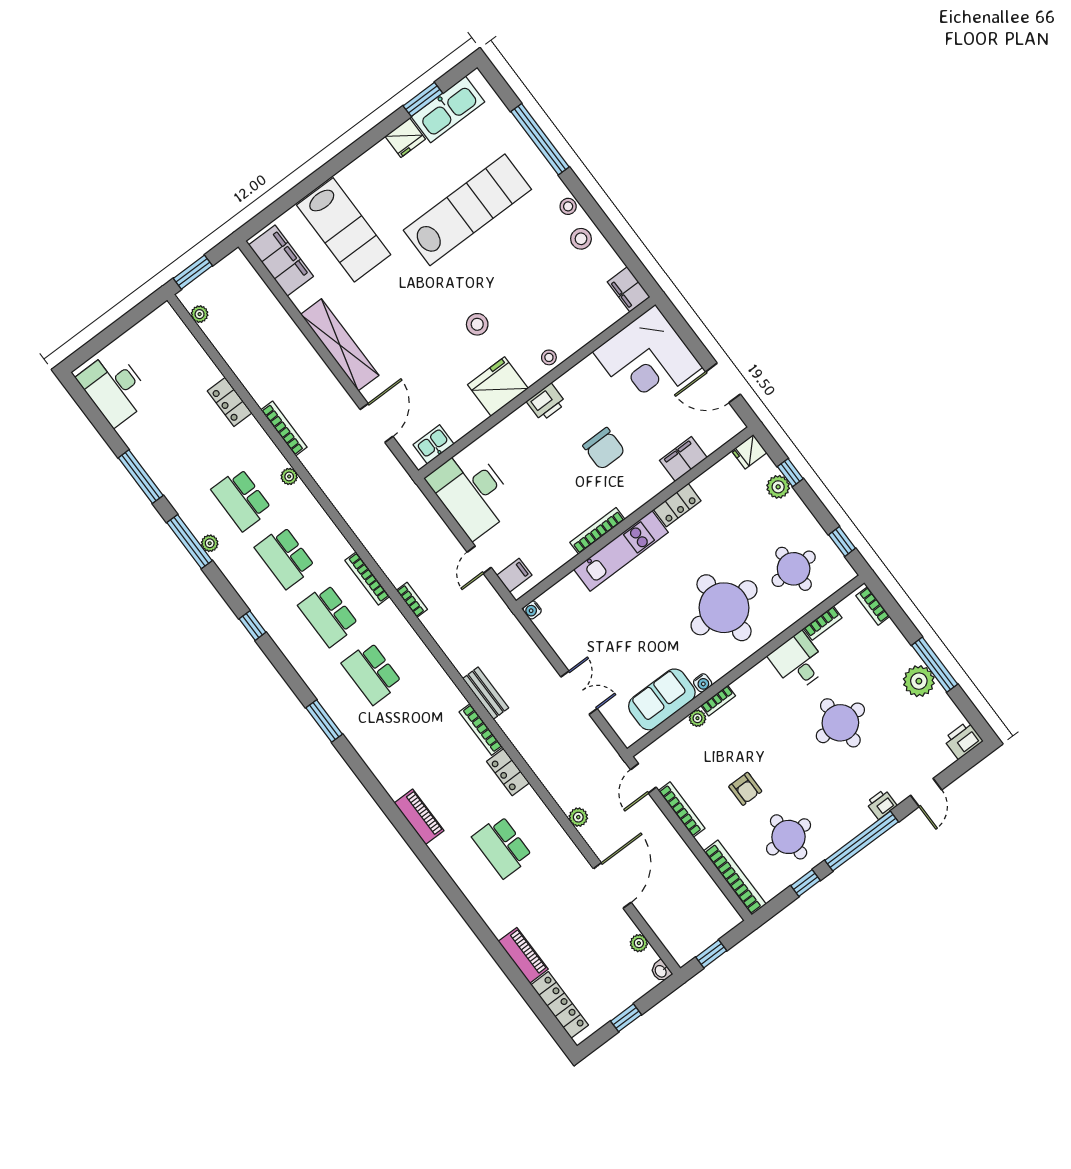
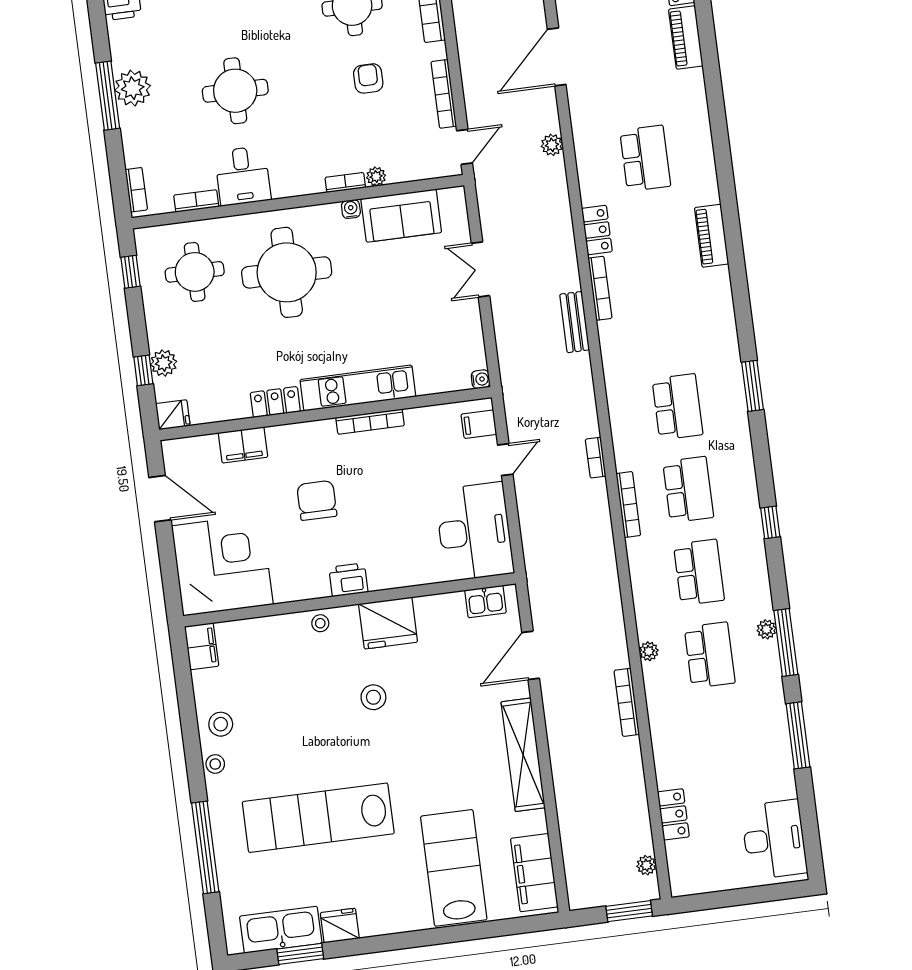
locker: (230, 402) -> (673, 814), moved

